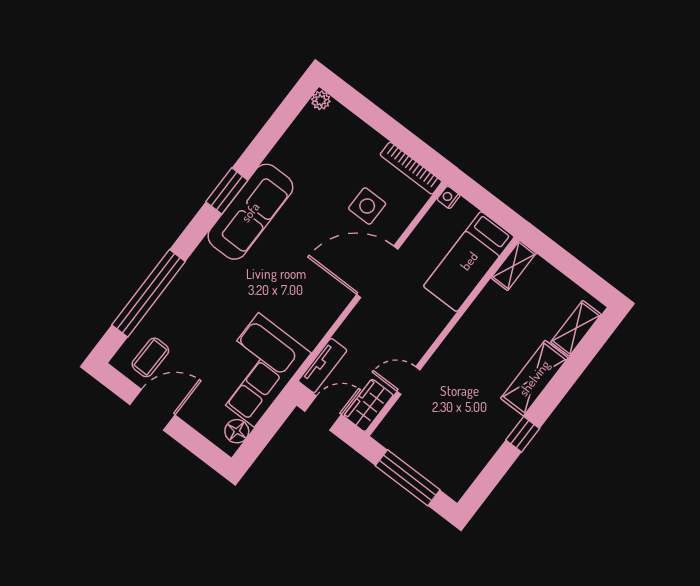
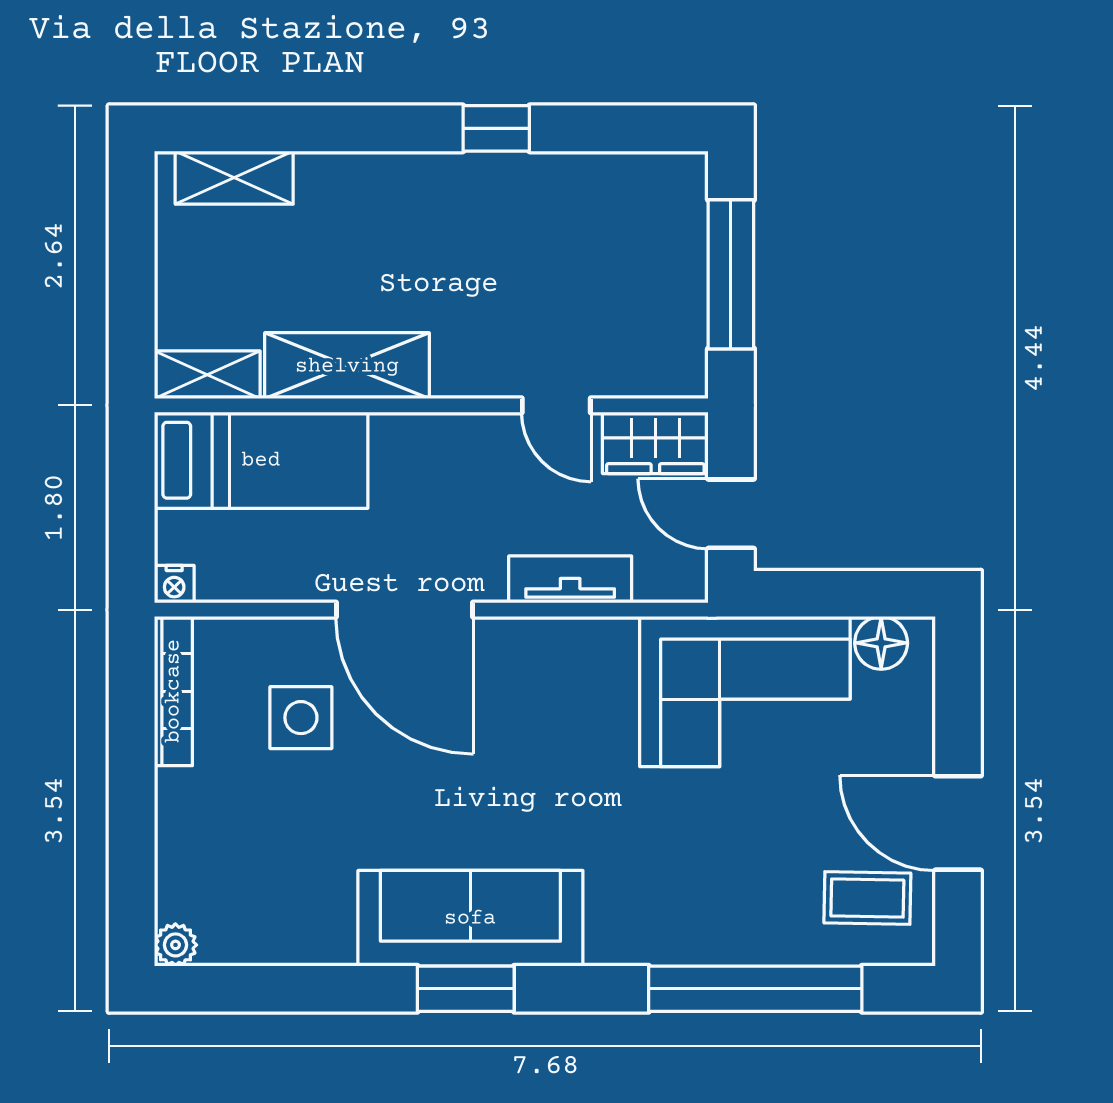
tv unit: (323, 366) -> (570, 579), moved
shelving: (534, 378) -> (347, 366), moved

